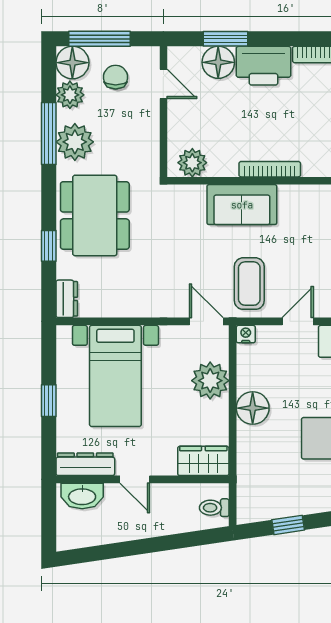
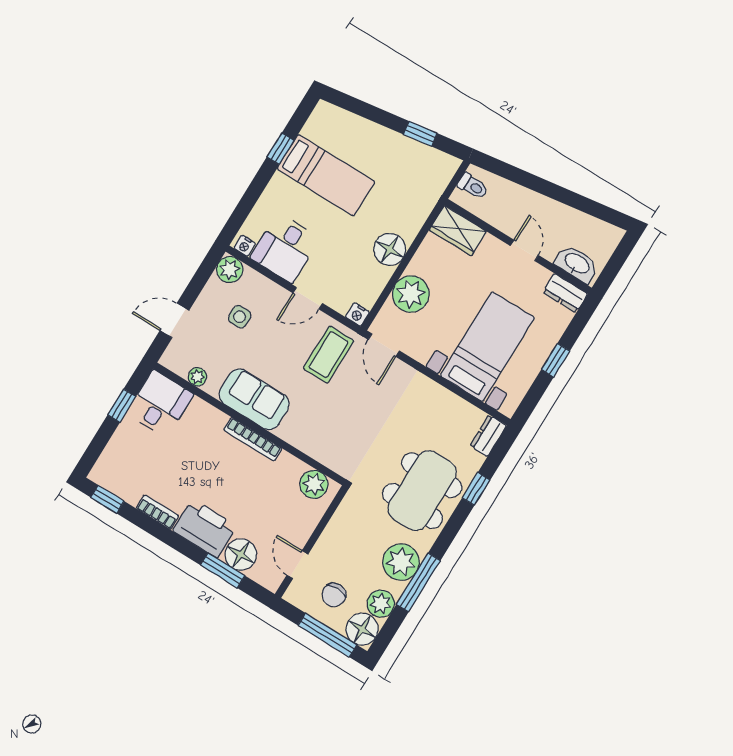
sofa: (242, 205) -> (254, 399), moved
dresser: (85, 464) -> (565, 293), width x0.70

